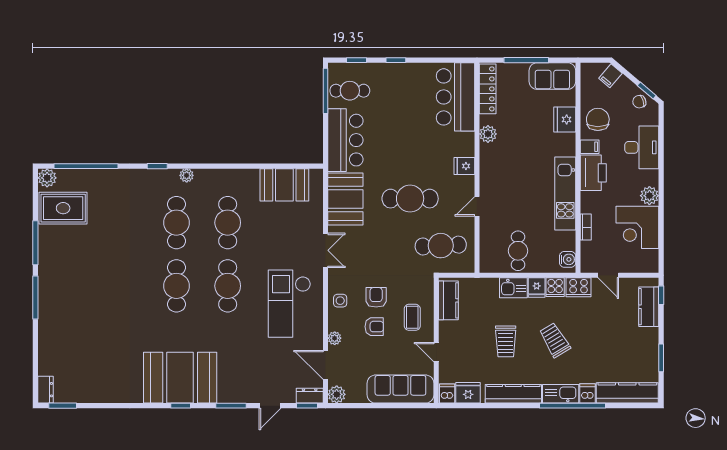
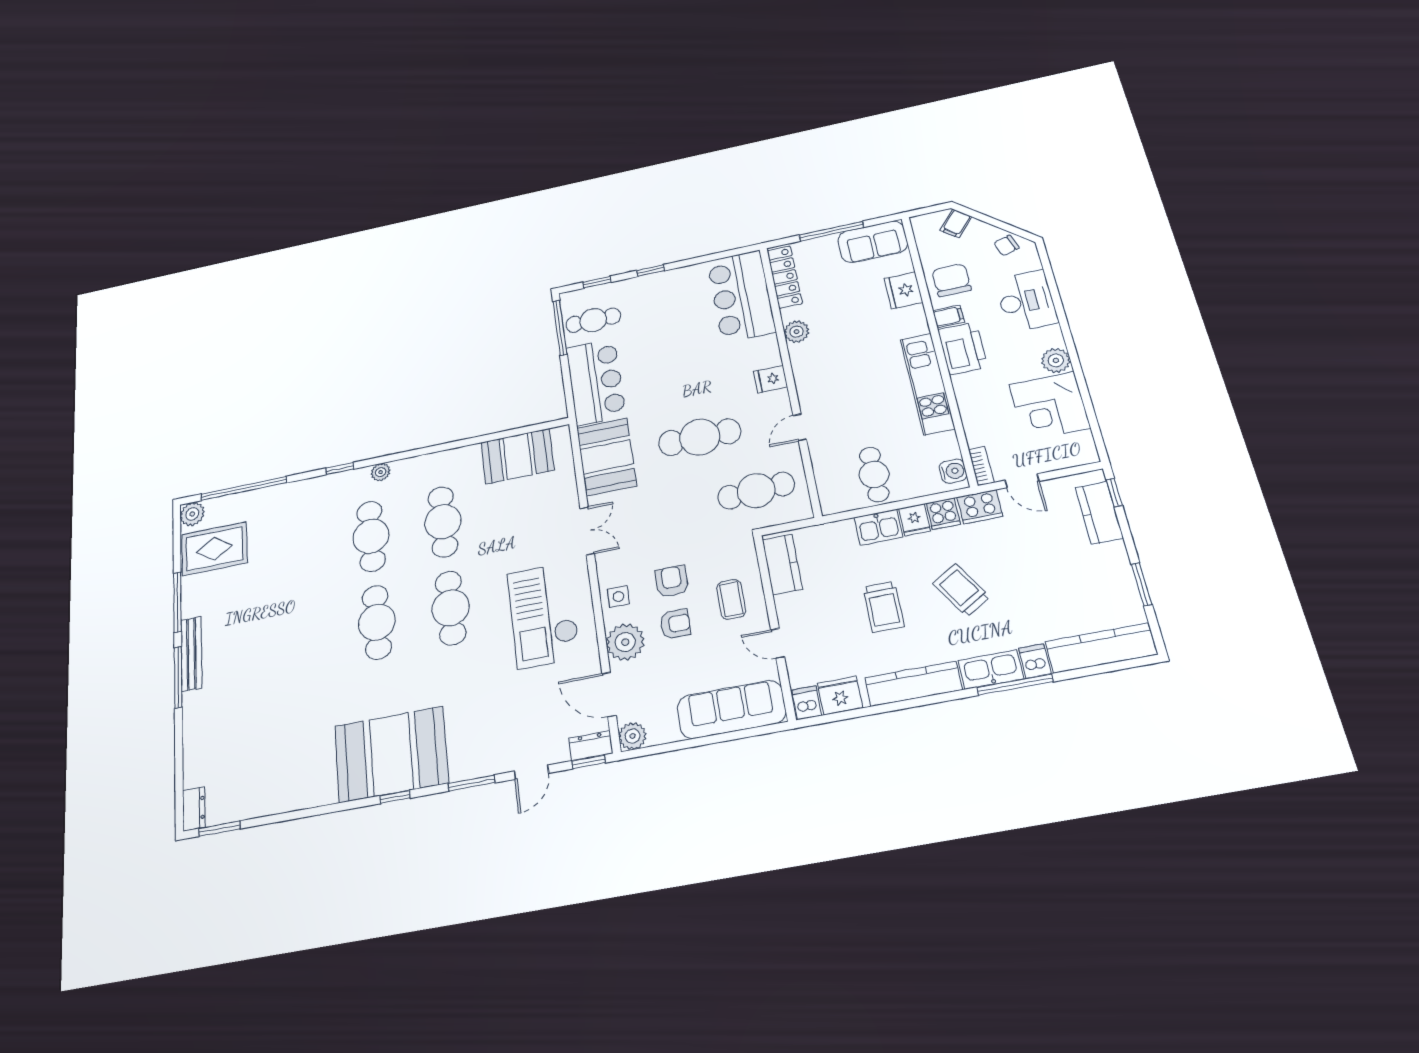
window: (647, 91) -> (1013, 230), removed
bookcase: (586, 227) -> (981, 466), moved
bench: (45, 283) -> (191, 654), added
plant: (335, 338) -> (625, 642), width x1.88, depth x1.88
window: (572, 406) -> (1015, 685), width x0.68

